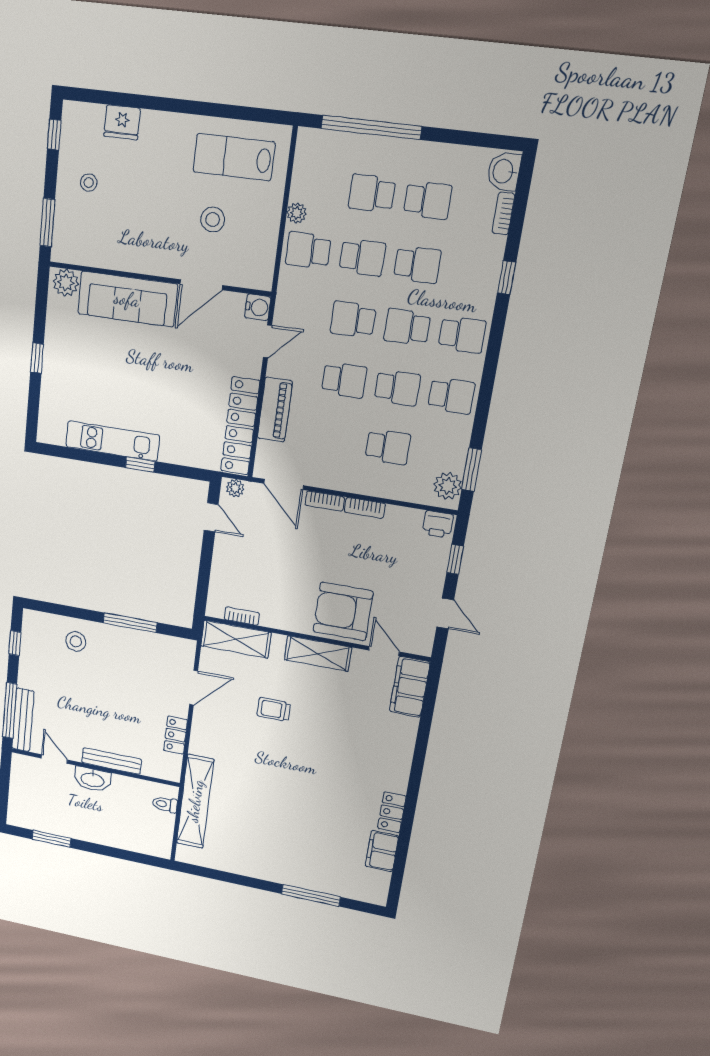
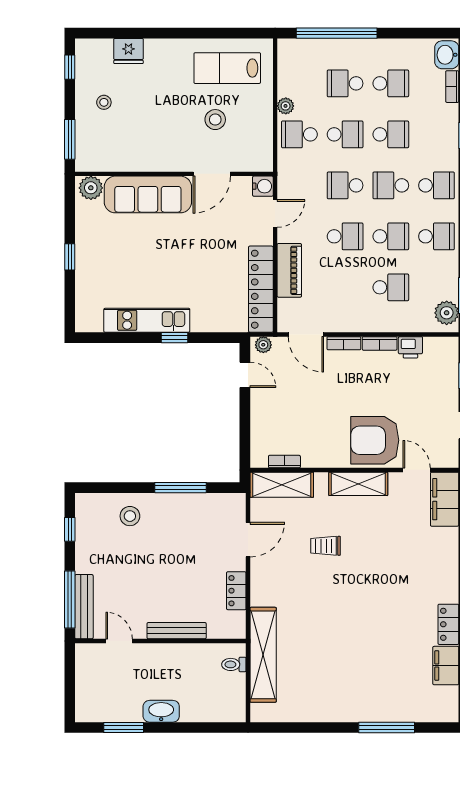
printer: (438, 524) -> (410, 347), moved
washbasin: (93, 779) -> (161, 711), moved, turned 180

